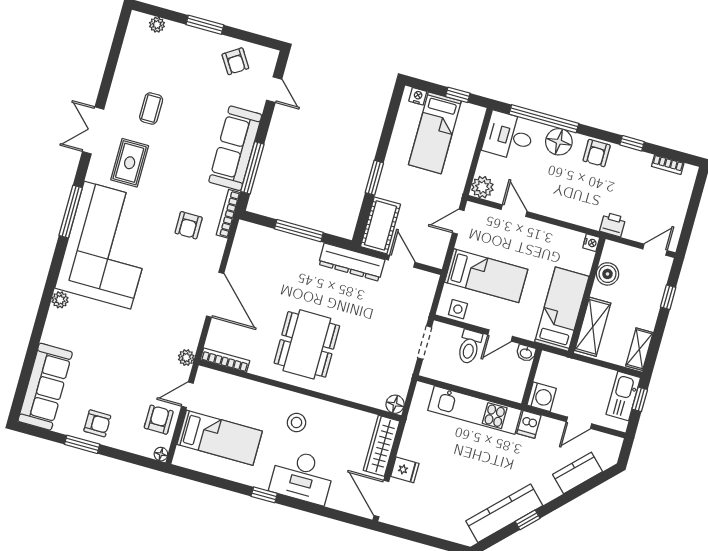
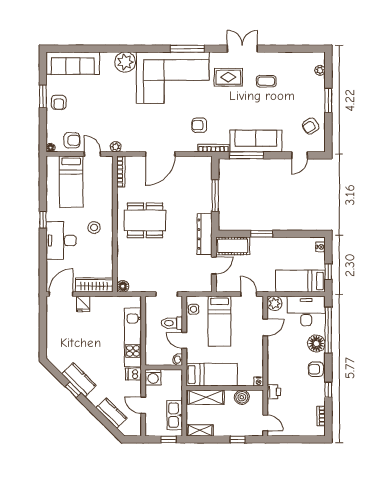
bed: (435, 133) -> (300, 281), moved
desk: (509, 136) -> (306, 311), width x1.37
plant: (60, 300) -> (125, 62), width x1.87, depth x1.87
kitchen sink: (623, 396) -> (175, 415), moved, turned -90
kitchen counter: (504, 513) -> (79, 380), width x0.67

